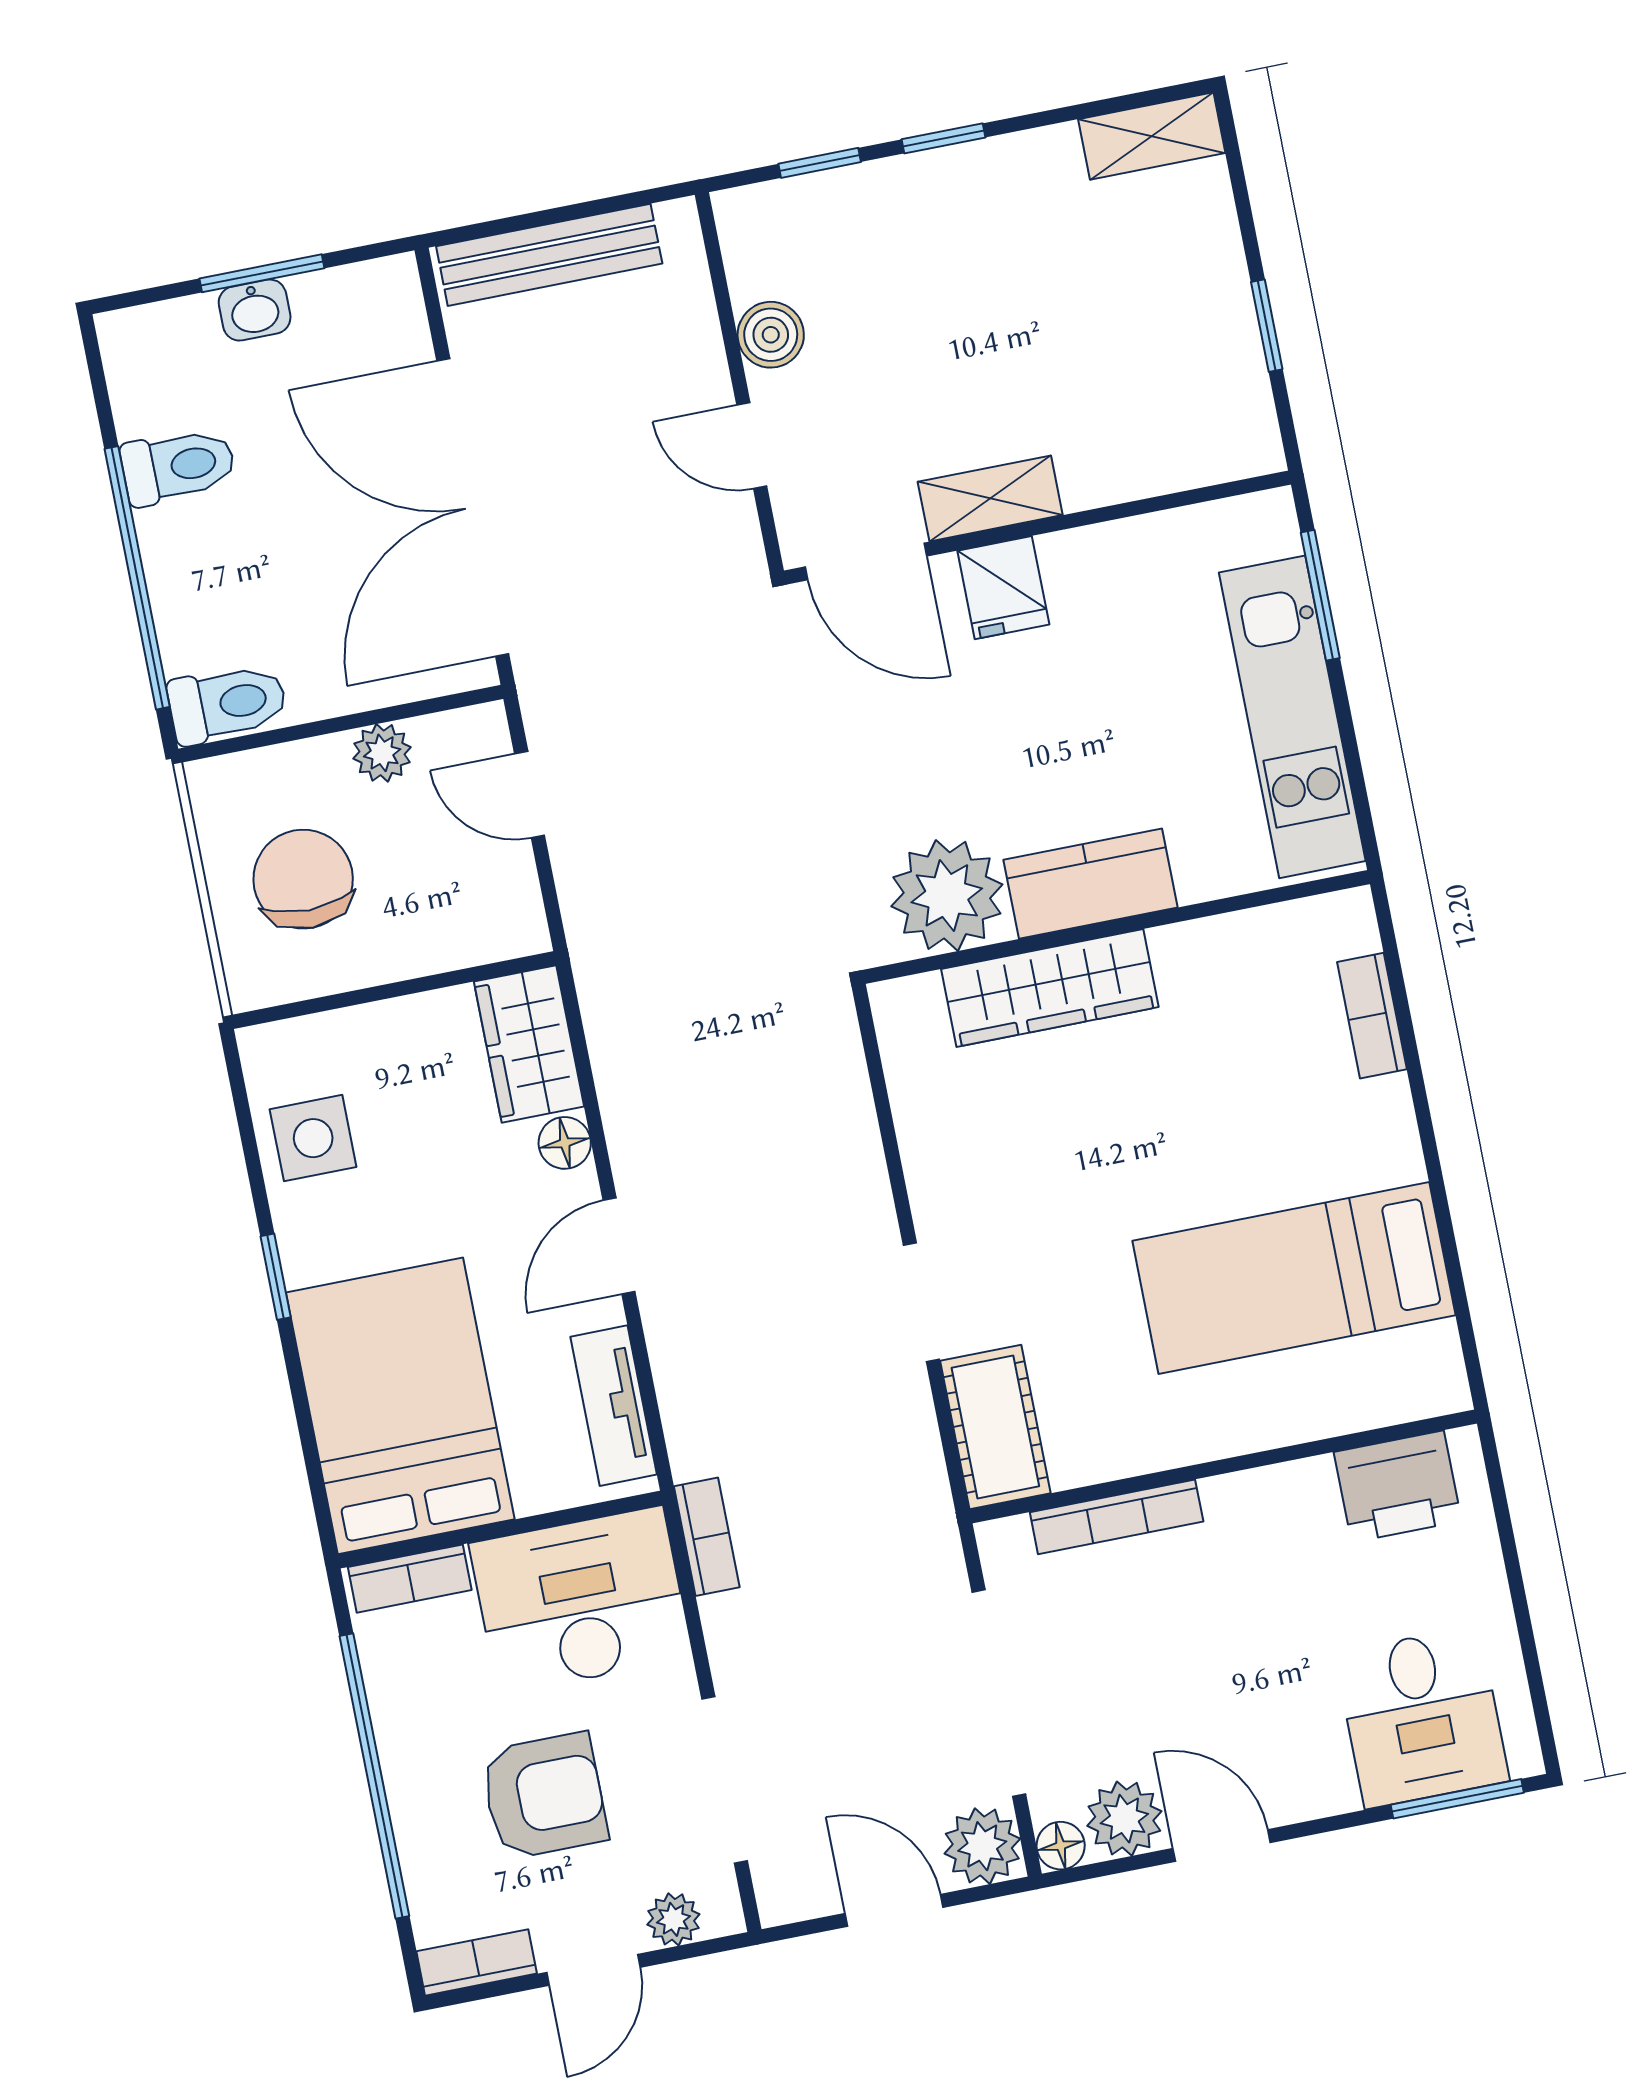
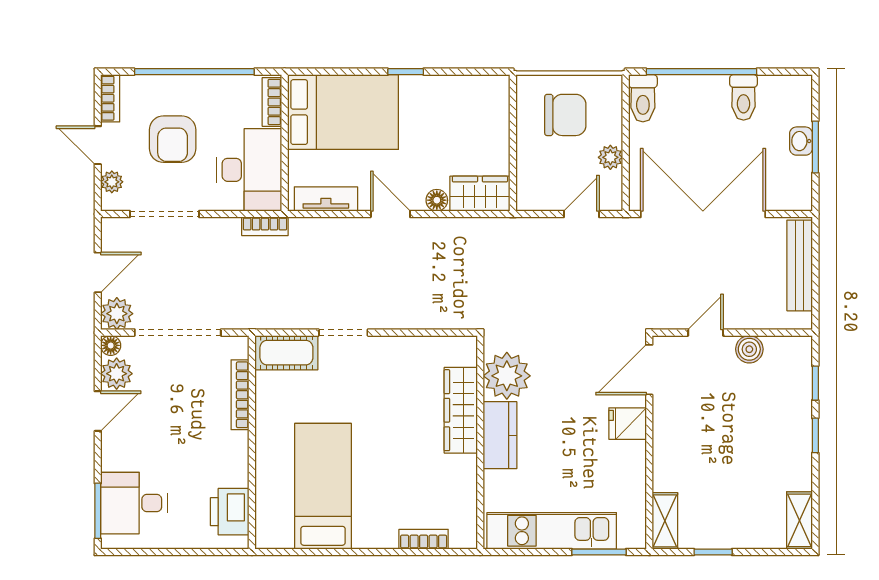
shelving: (990, 498) -> (665, 521), moved
side table: (313, 1138) -> (459, 98), removed

